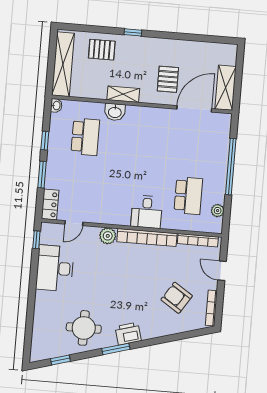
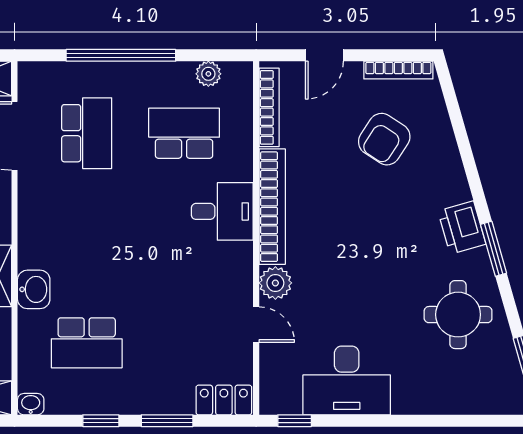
school desk: (85, 137) -> (87, 343), turned 180
school desk: (192, 146) -> (87, 133), added
door: (74, 223) -> (256, 325), moved

